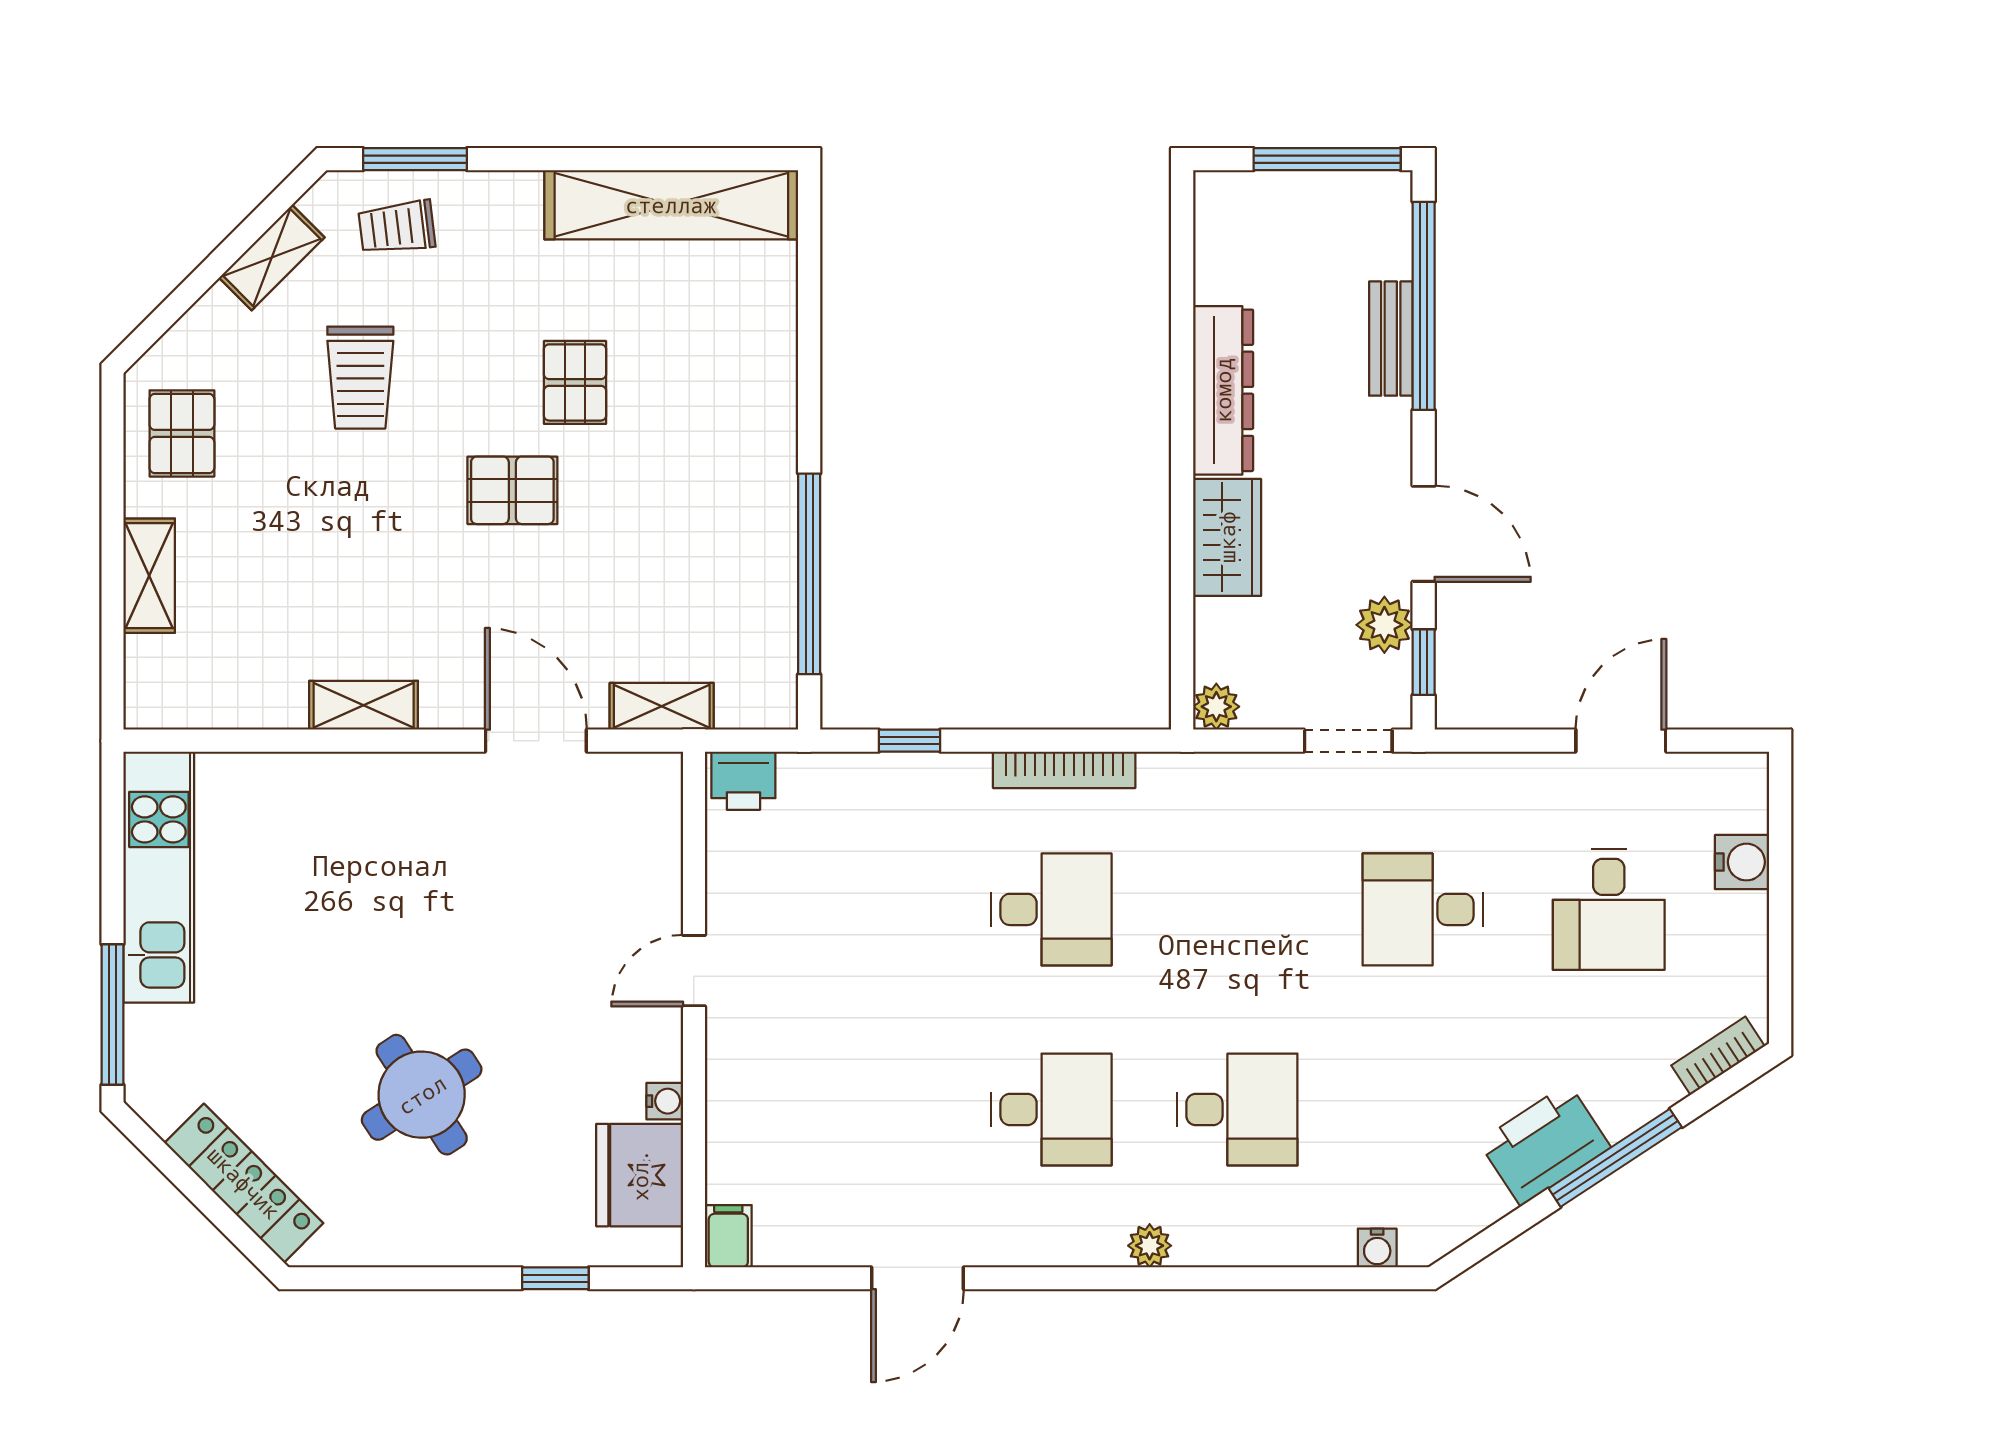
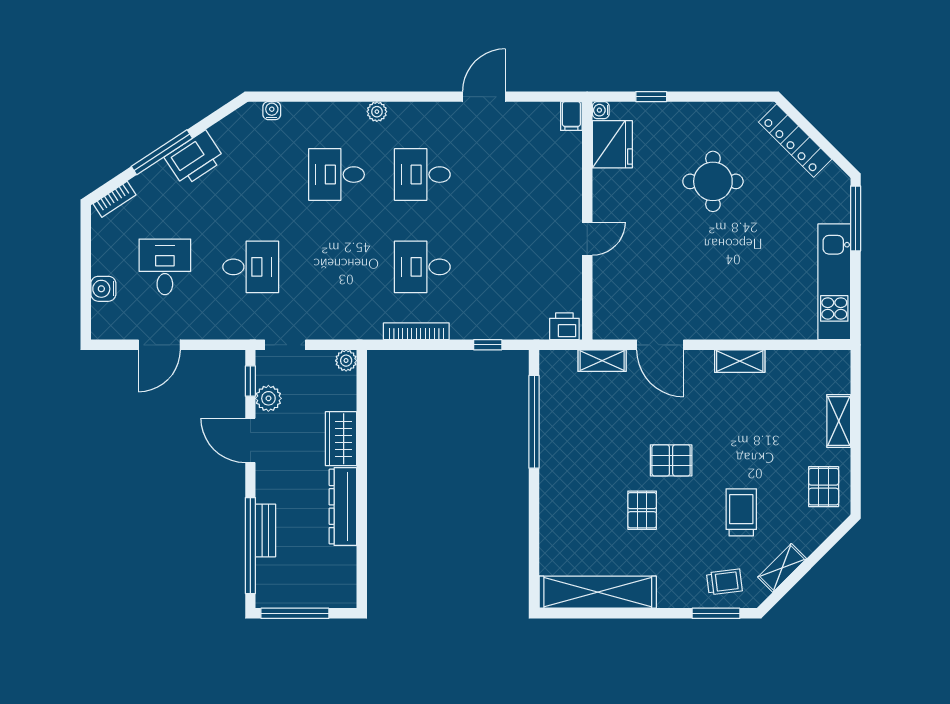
round table: (422, 1095) -> (713, 181), turned 33
water cooler: (665, 1101) -> (601, 110), moved

